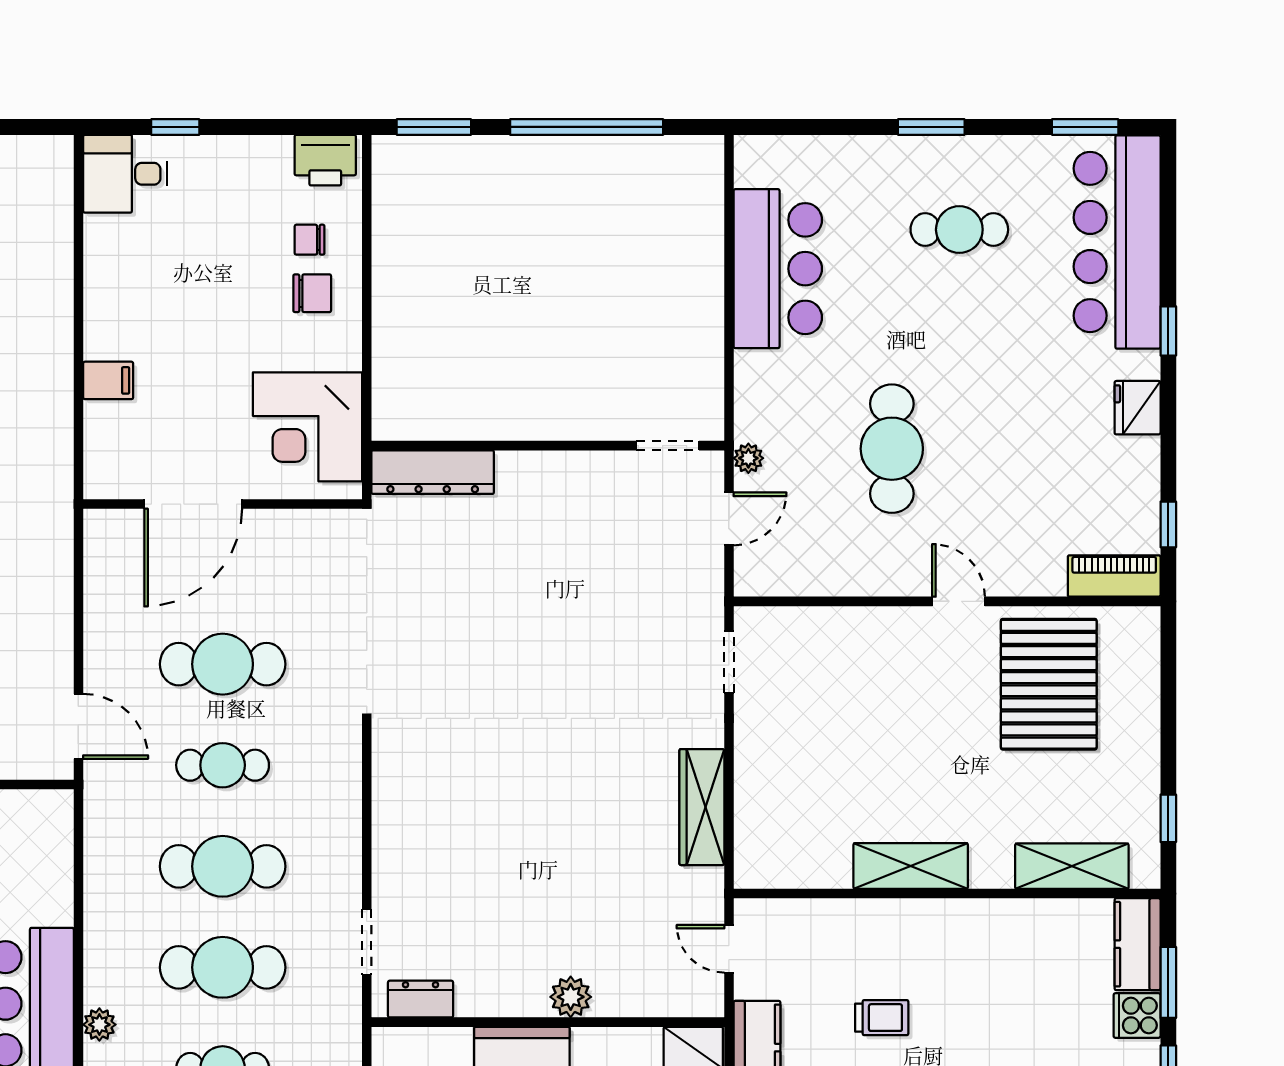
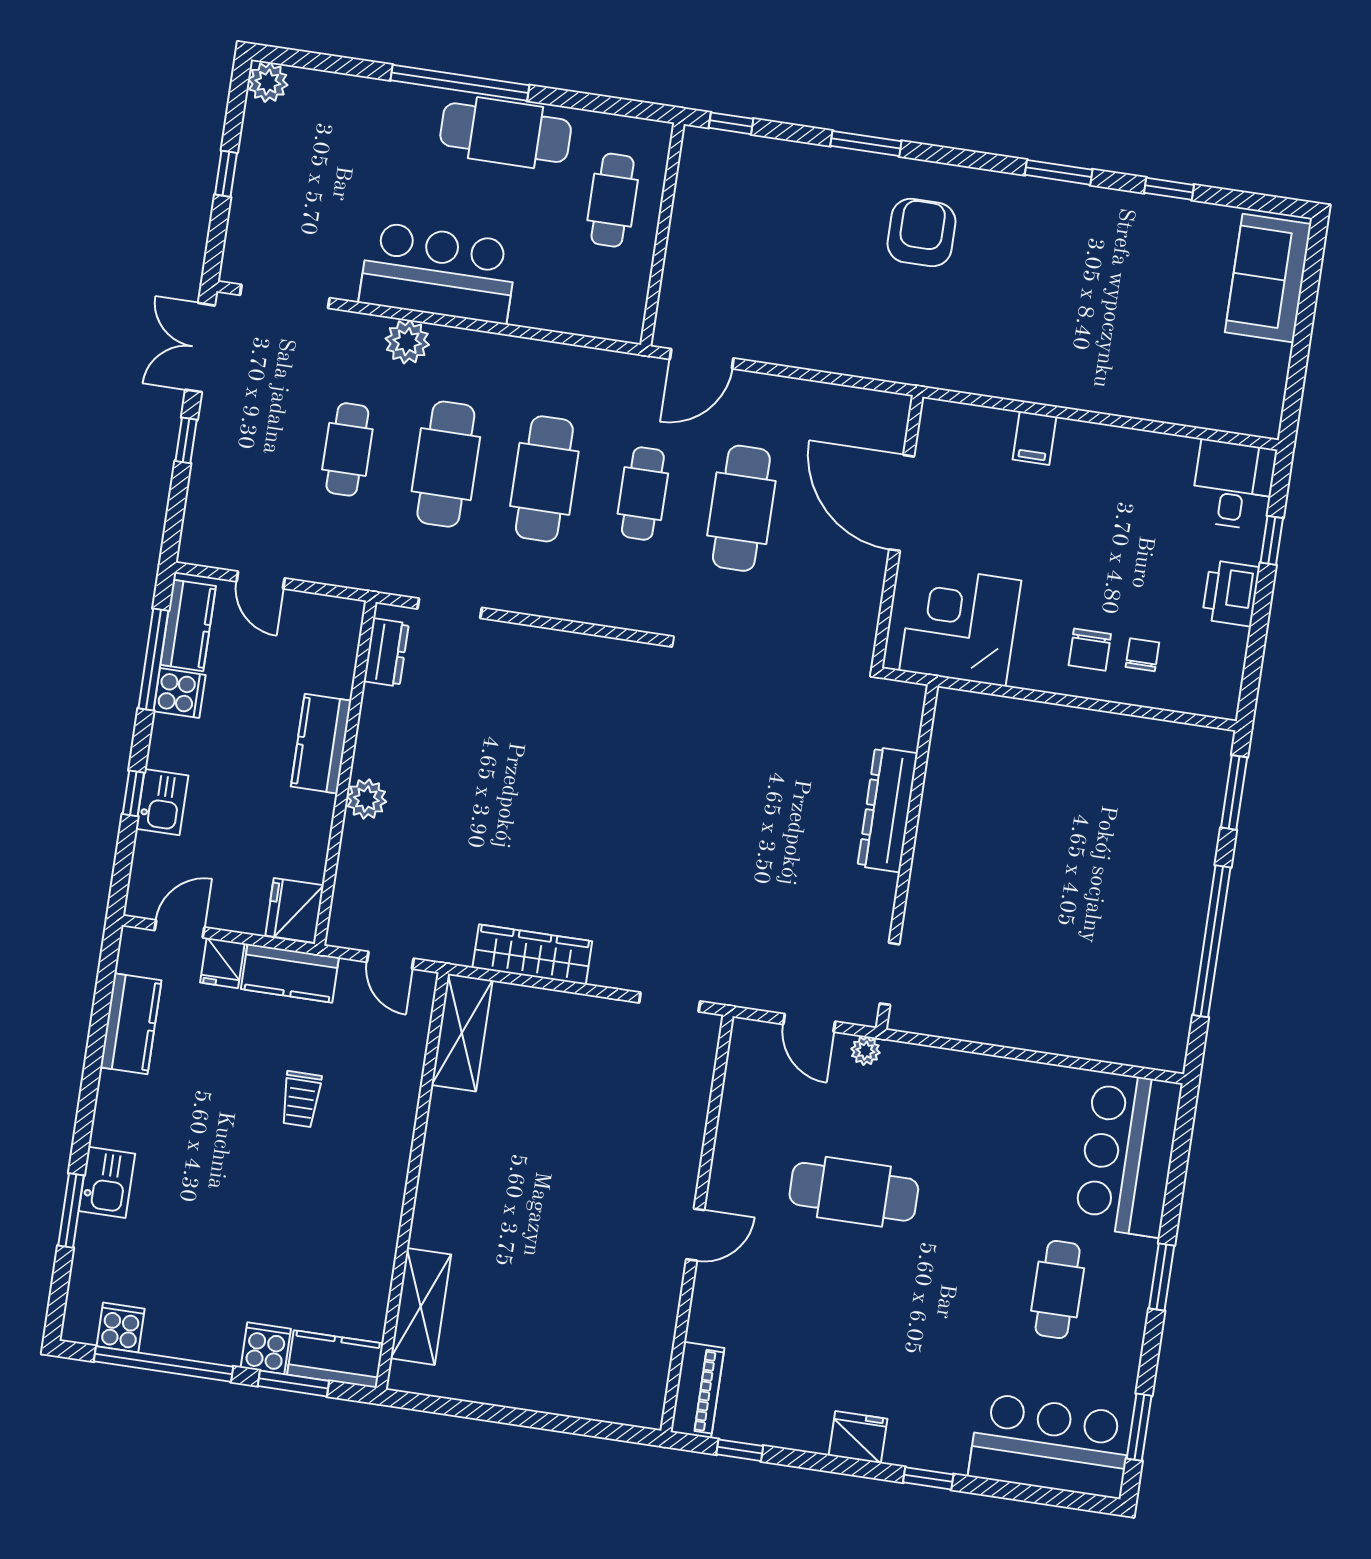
printer: (325, 160) -> (1231, 593), moved
bar counter: (1117, 242) -> (1050, 1446), width x0.73
bar counter: (778, 269) -> (1128, 1154), moved, turned 90
dresser: (433, 472) -> (888, 810), moved
pallet: (1049, 684) -> (601, 1310), removed
window: (1168, 818) -> (453, 1407), removed
shelving: (911, 866) -> (462, 1033), moved
door: (729, 949) -> (390, 960), swing flipped
plant: (99, 1025) -> (407, 342), width x1.38, depth x1.38

